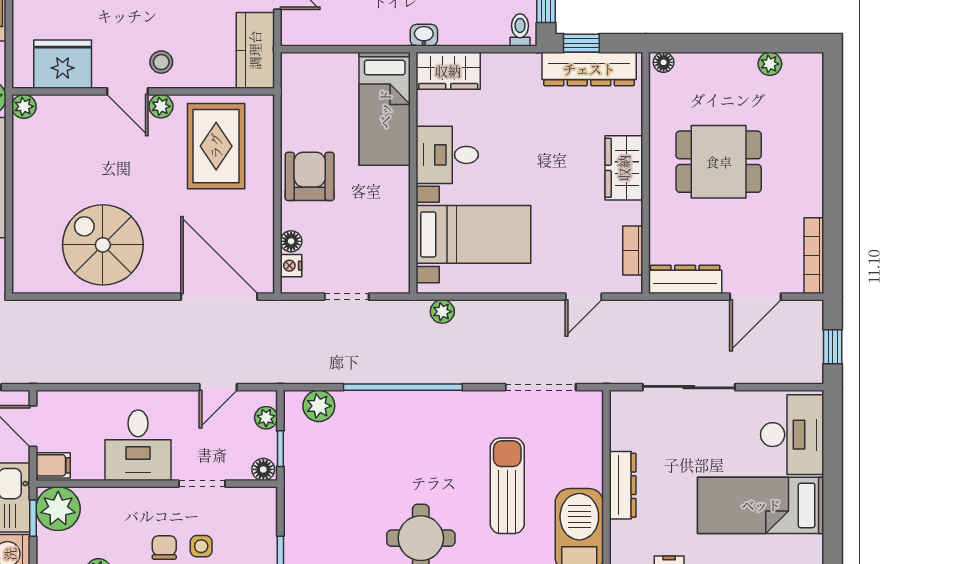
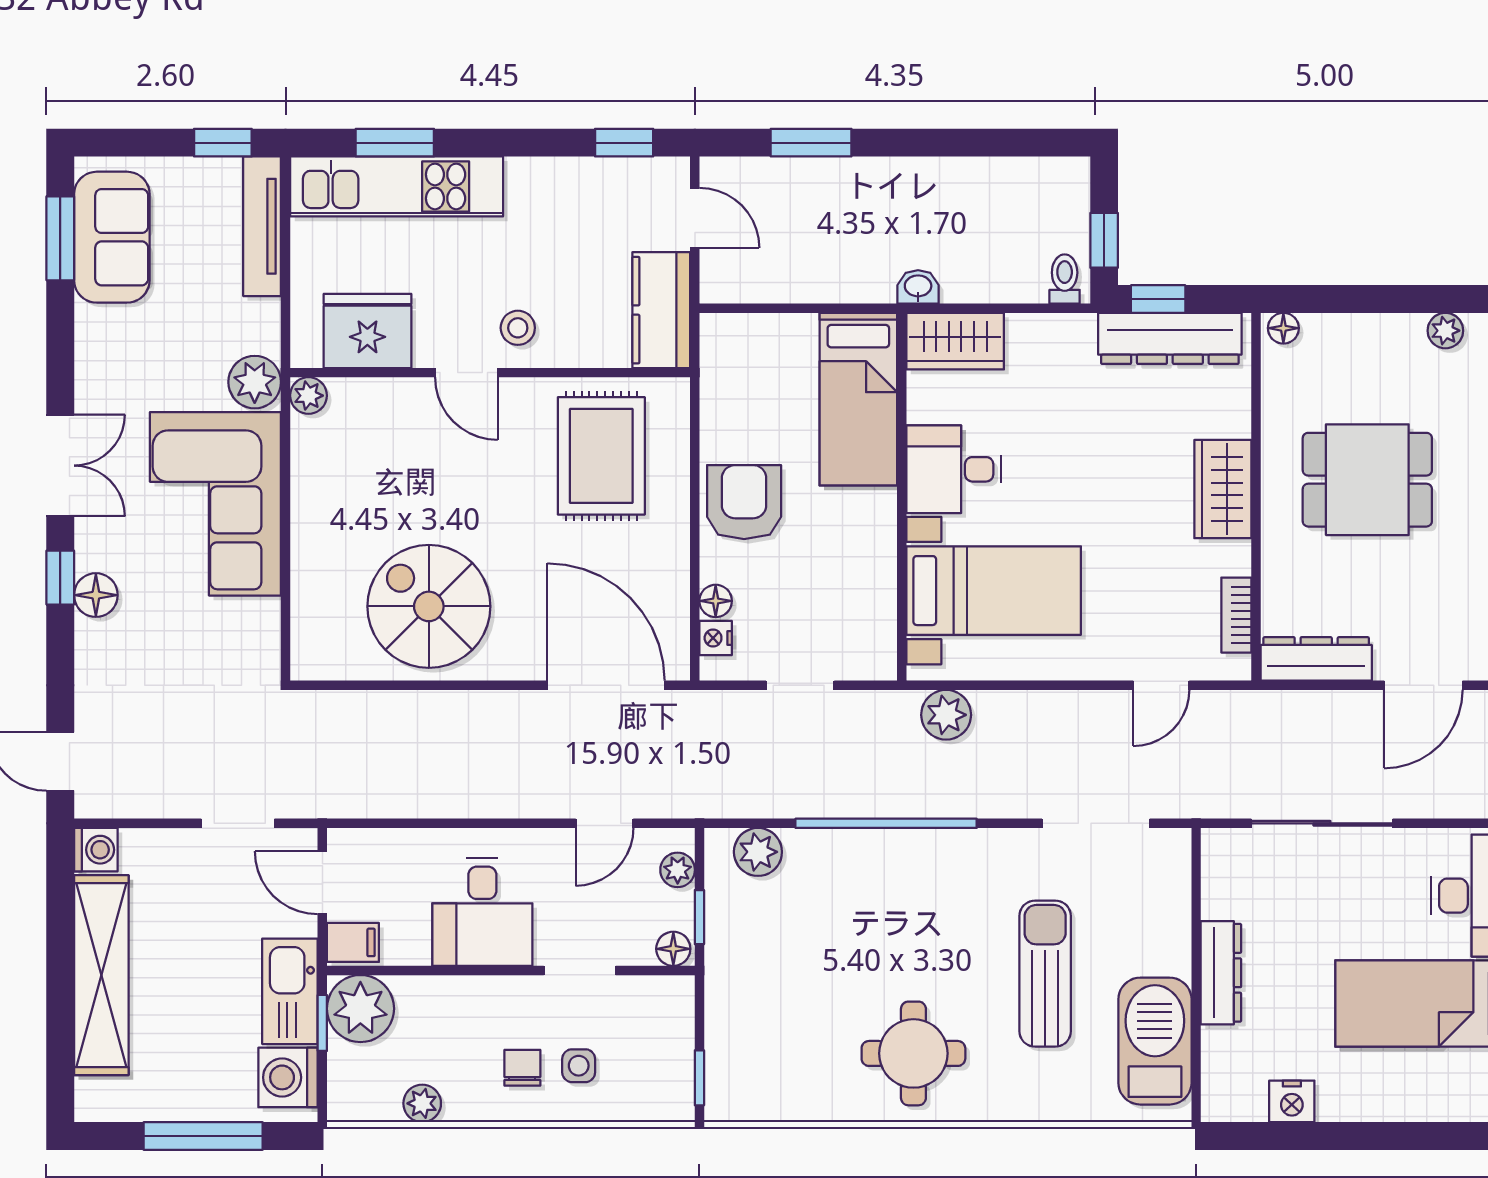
plant: (161, 106) -> (517, 395), removed
plant: (442, 312) -> (946, 715), width x1.38, depth x1.38

